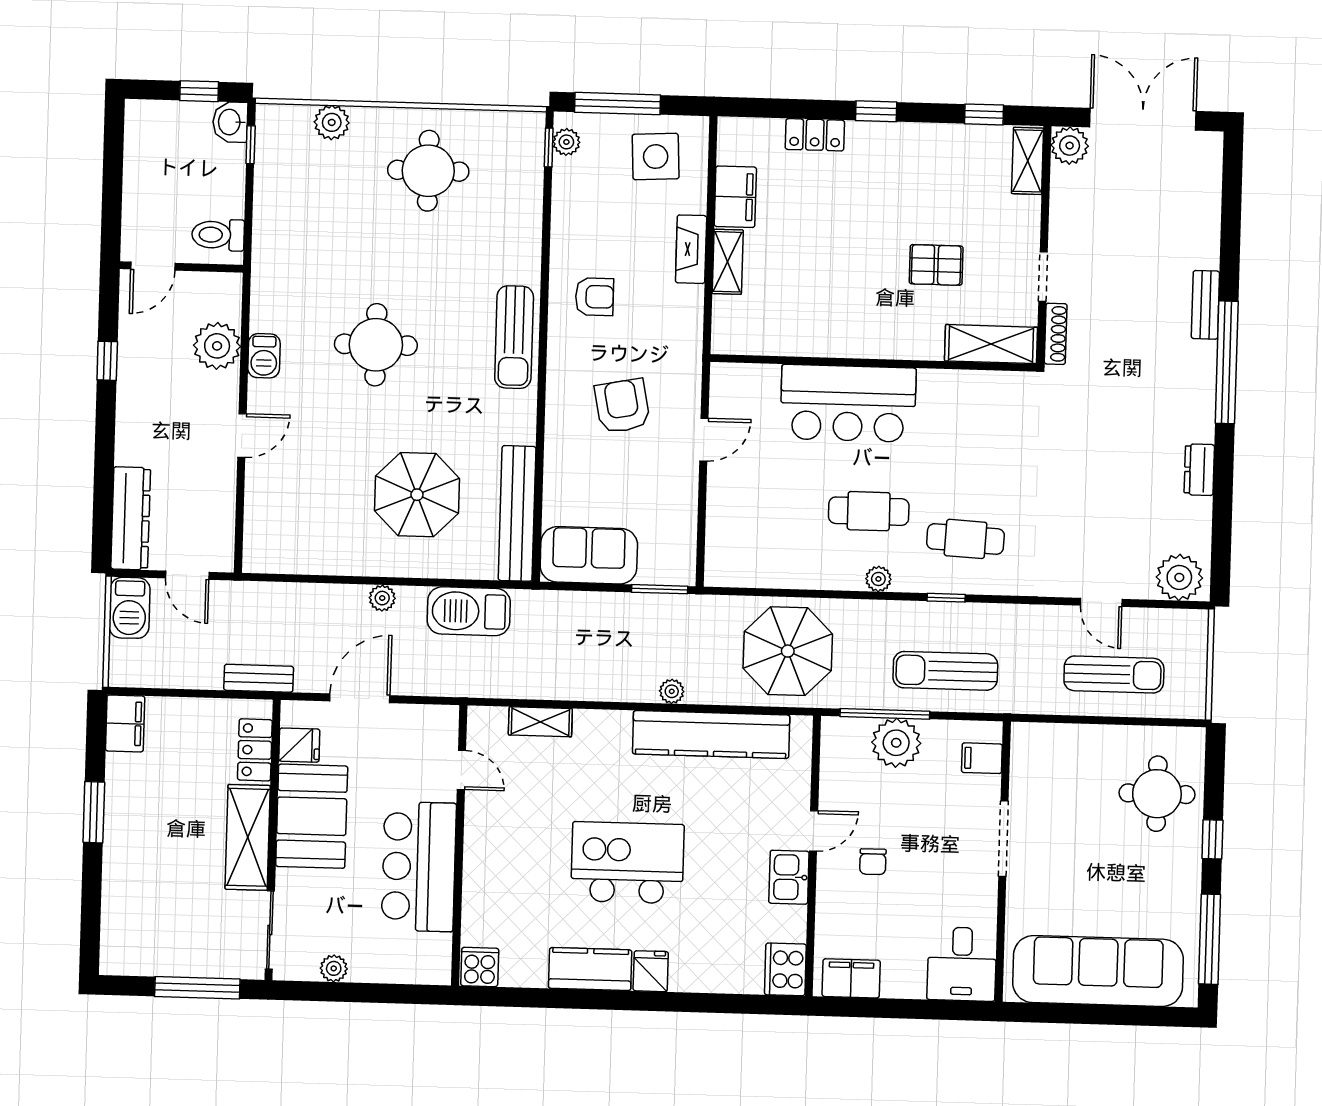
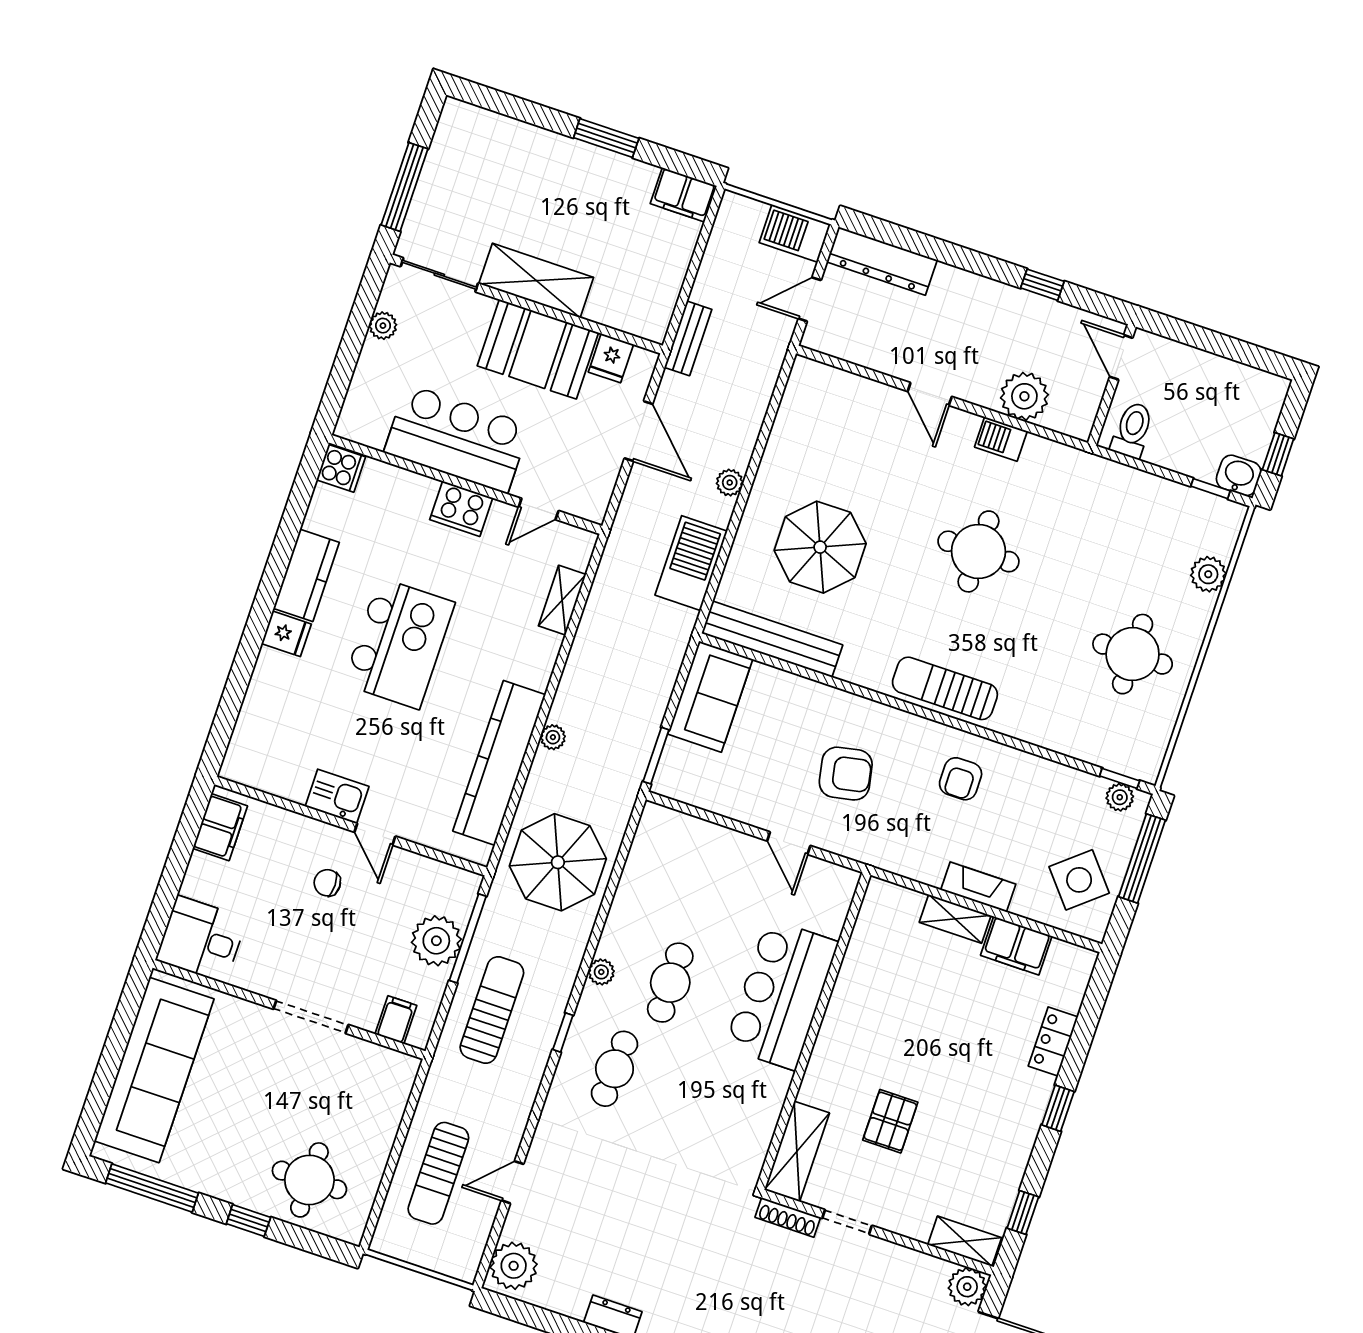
side table: (656, 157) -> (1079, 880), turned -37
locker: (255, 750) -> (619, 313), removed
cooker: (785, 969) -> (461, 509), moved, turned 180

